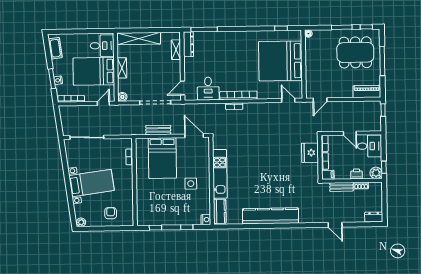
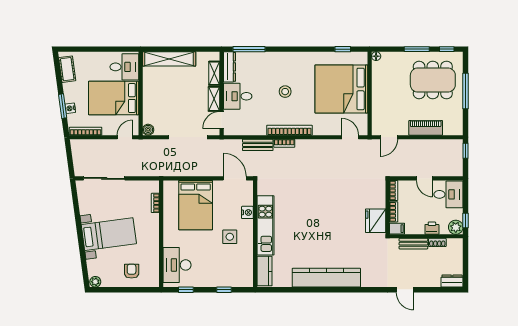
stool: (234, 64) -> (285, 92), added
shelving: (122, 68) -> (214, 99), moved
desk: (208, 89) -> (238, 96), moved, turned 90
piano: (367, 91) -> (426, 128), moved
bench: (158, 130) -> (258, 145), moved
fridge: (310, 153) -> (376, 221), moved
desk: (148, 207) -> (177, 265), added
nightstand: (206, 220) -> (247, 212), moved

